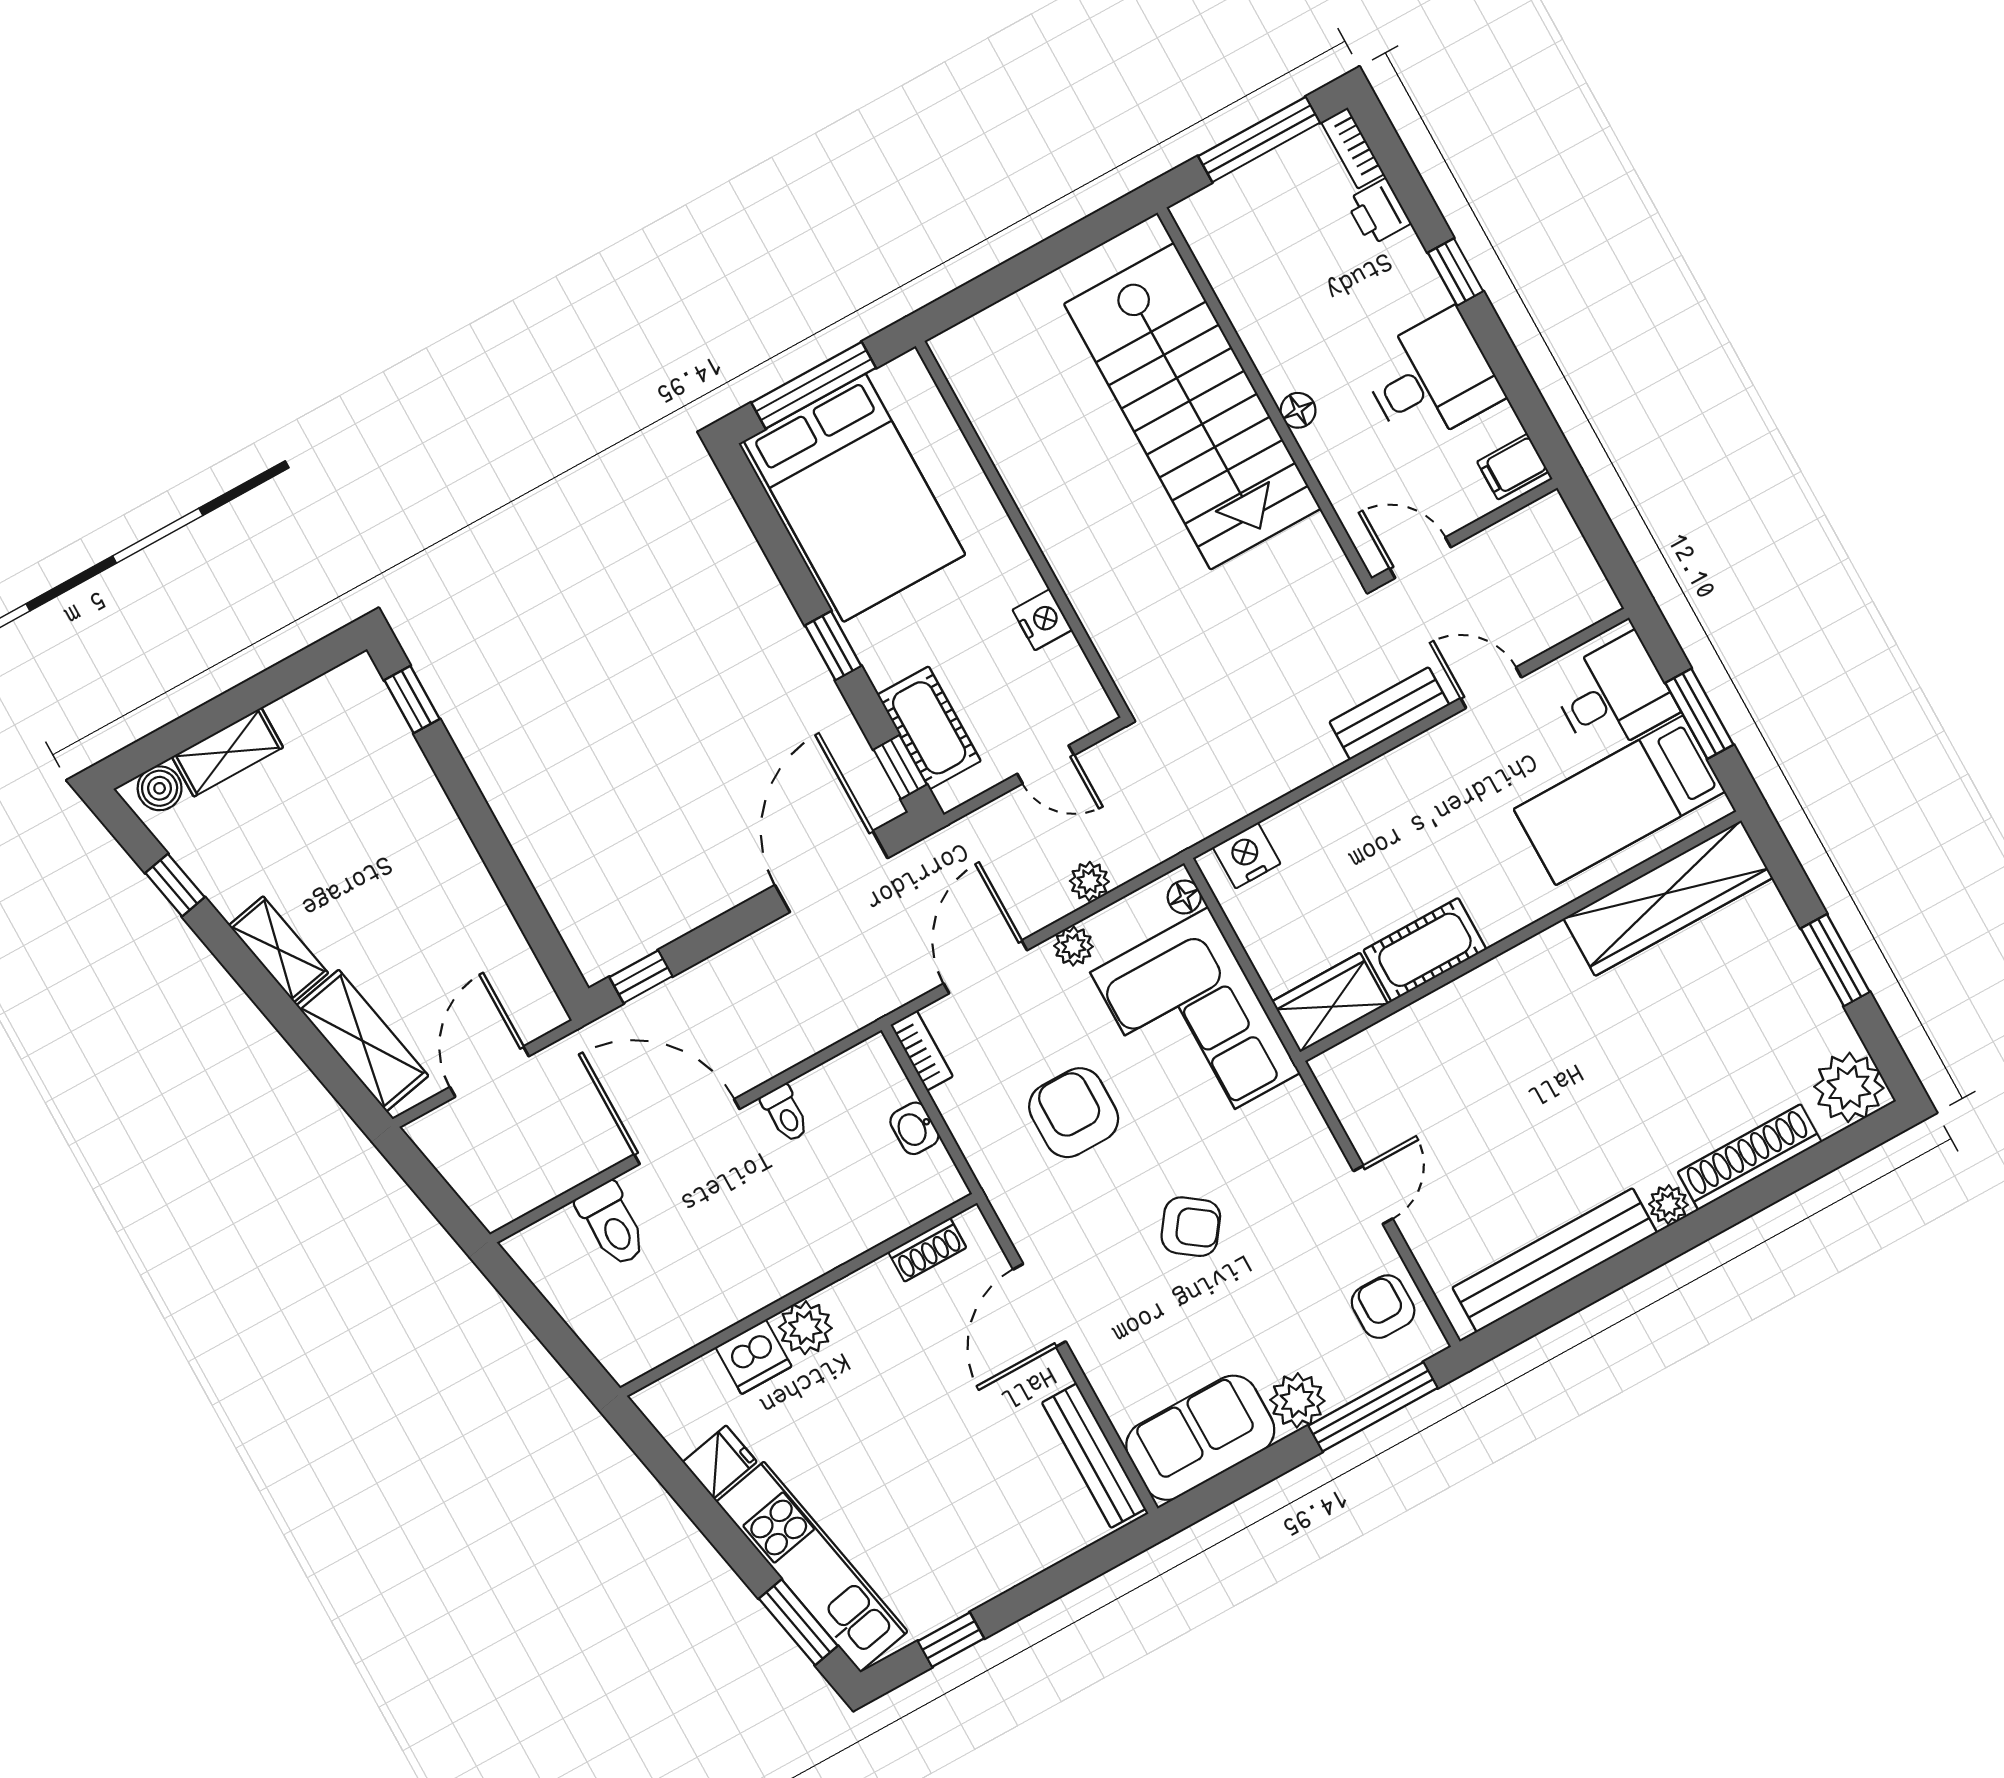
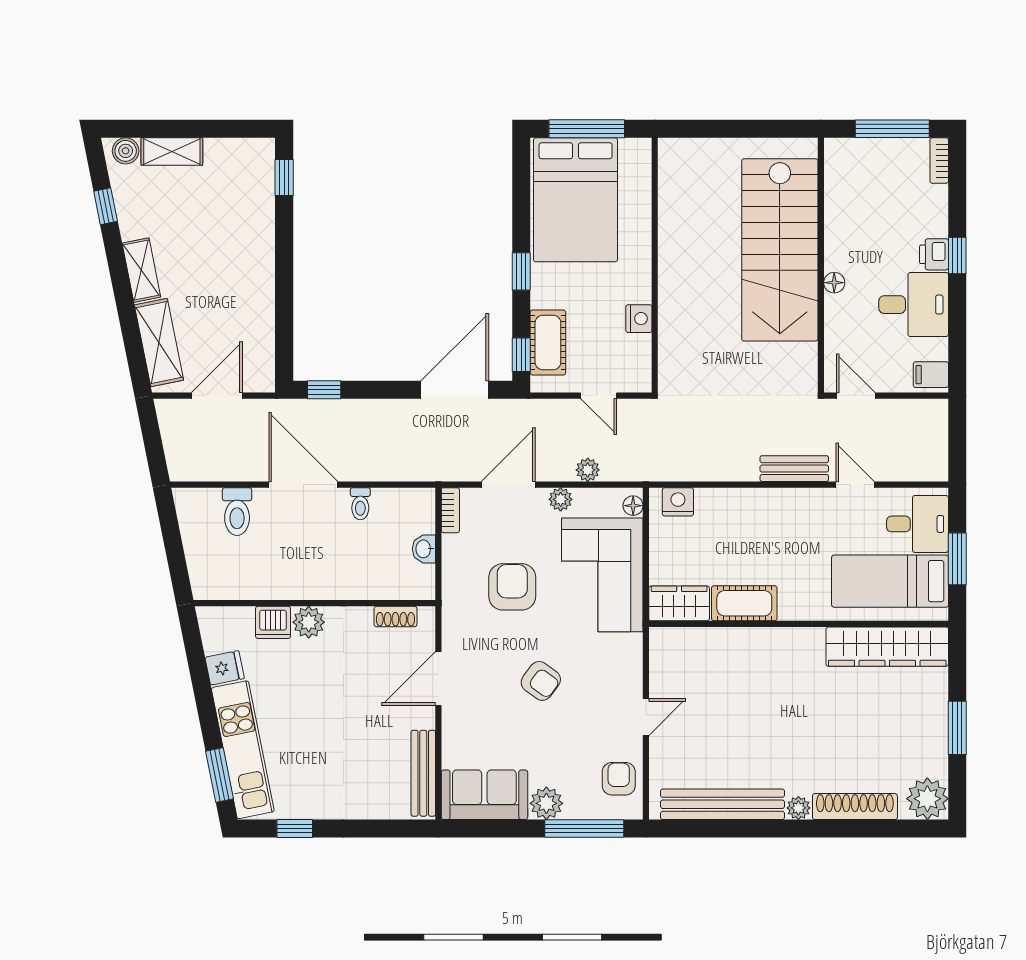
printer: (1378, 212) -> (934, 254), moved

